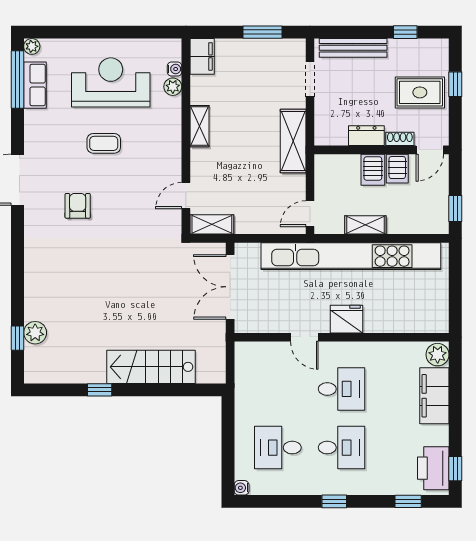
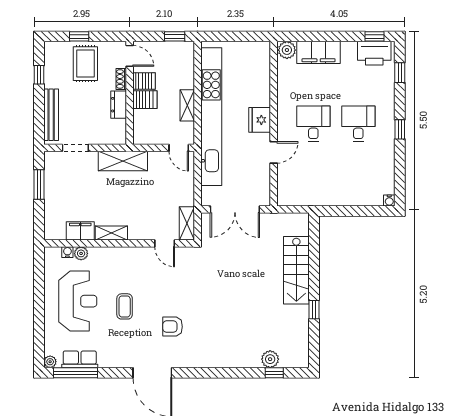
filing cabinet: (202, 56) -> (80, 231), moved
reception desk: (111, 82) -> (78, 301), turned 180
desk: (278, 448) -> (358, 173), removed

